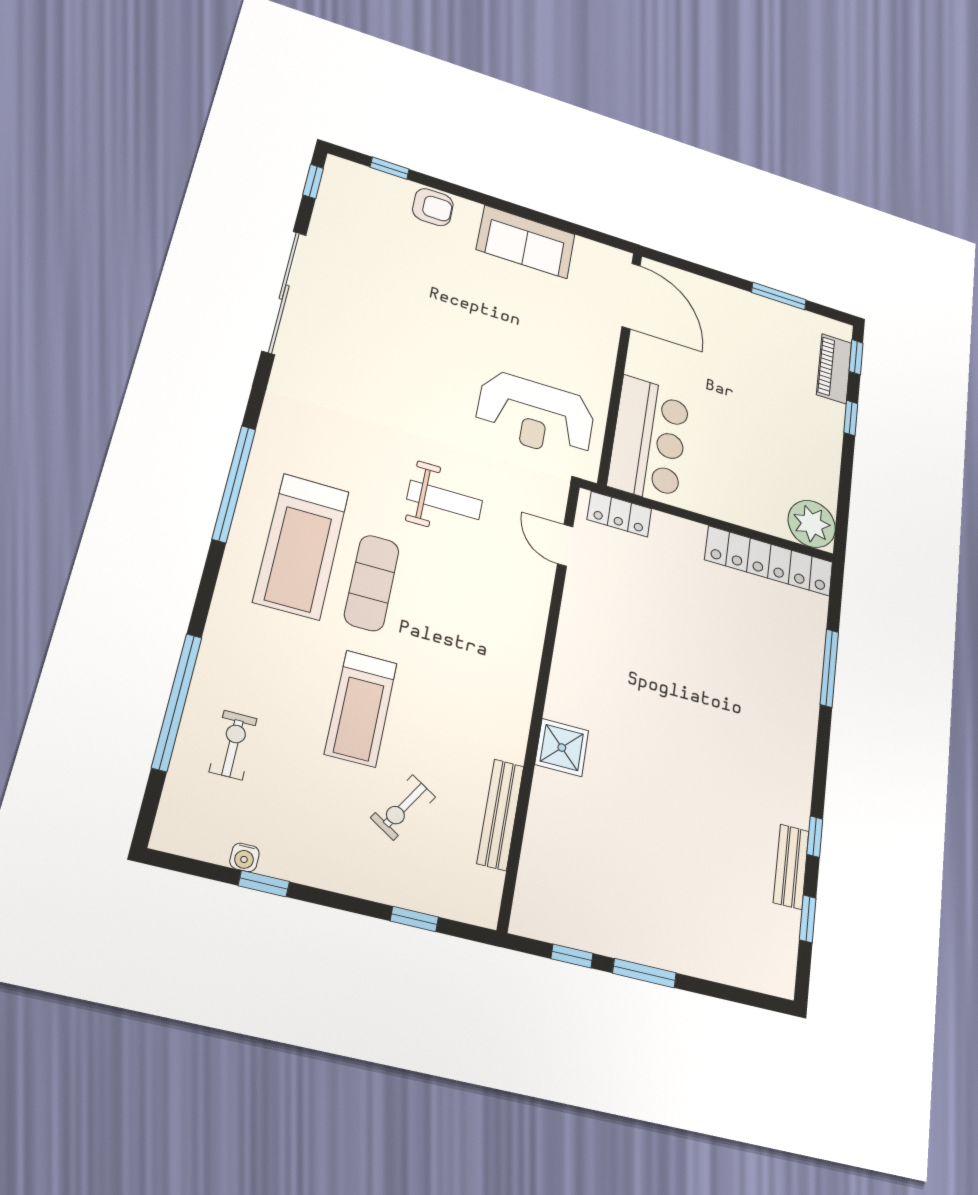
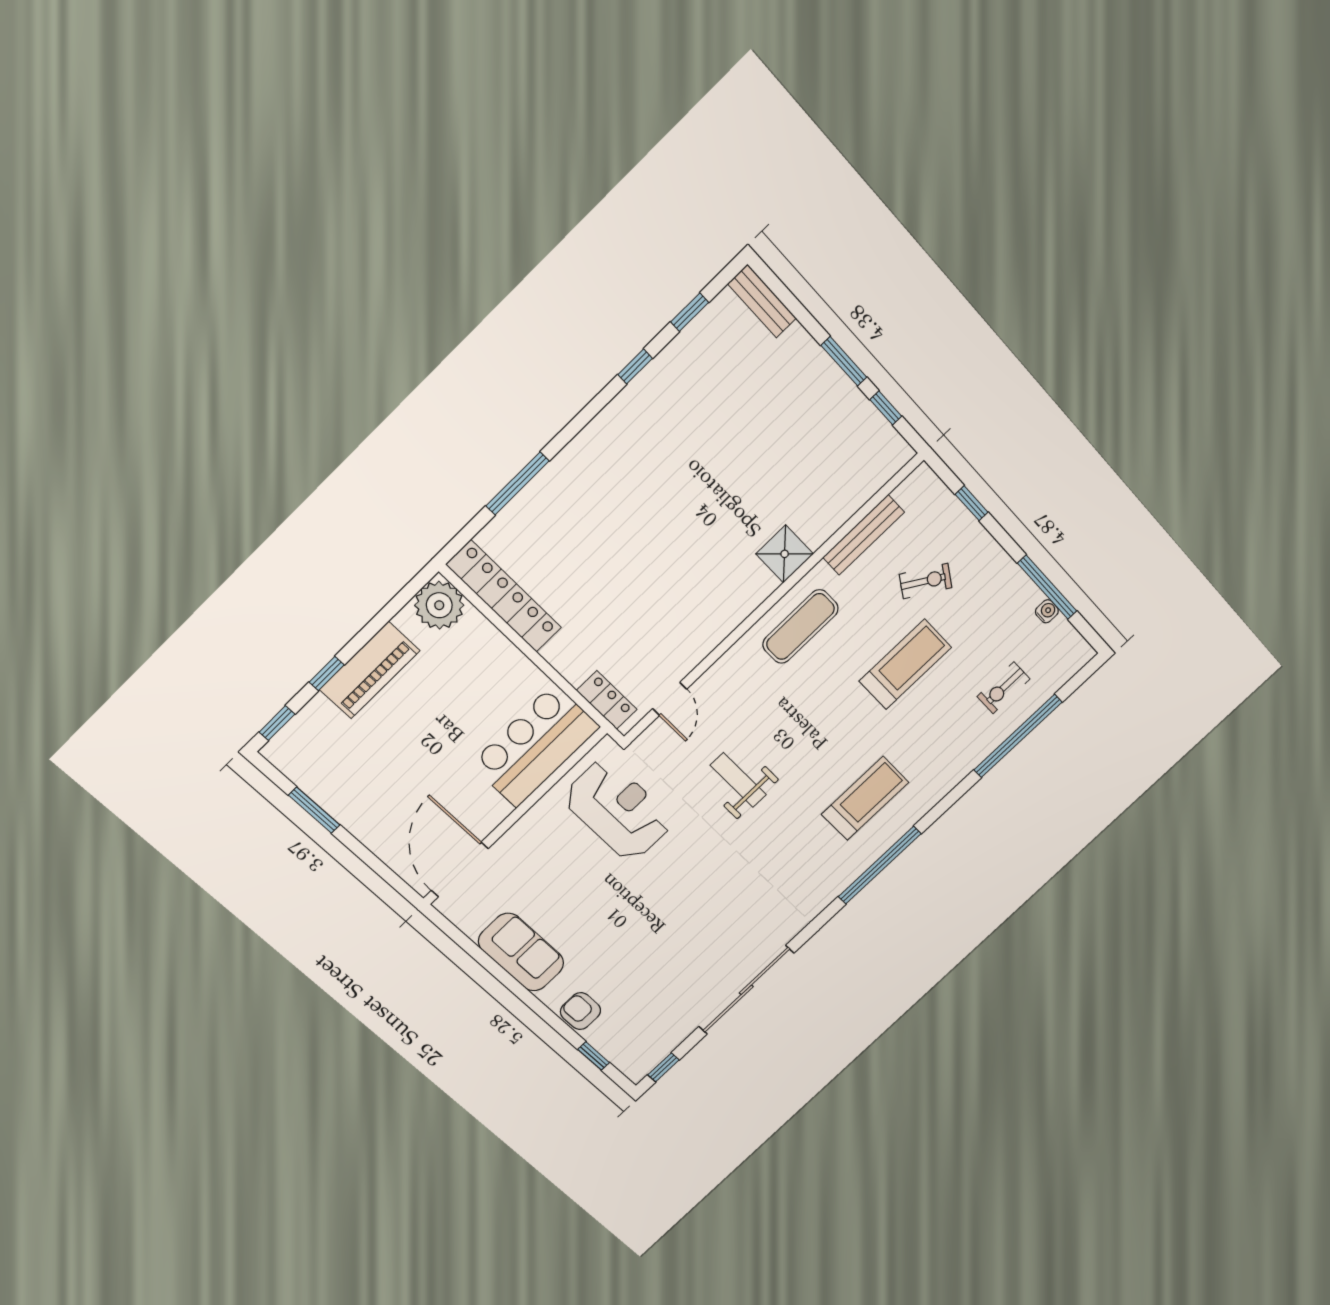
piano: (834, 369) -> (370, 670), moved, width x1.37, depth x1.33
treadmill: (301, 546) -> (865, 798), width x0.73, depth x0.73
exercise mat: (372, 583) -> (800, 626), moved
bench: (791, 867) -> (762, 301), moved, turned 90
window: (264, 884) -> (1047, 587), width x2.17

